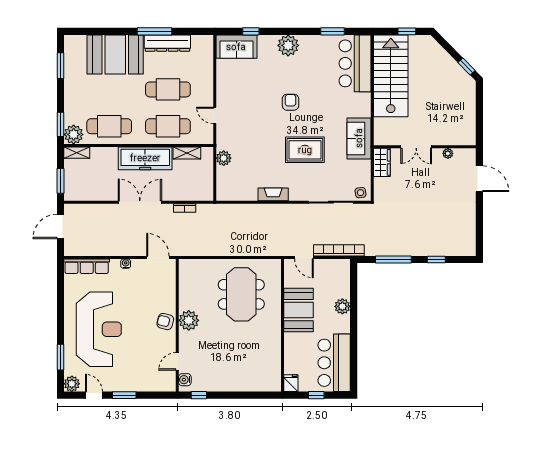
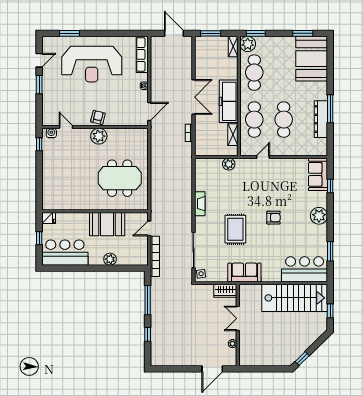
booth: (115, 54) -> (312, 59), moved
plant: (72, 384) -> (48, 43), removed

